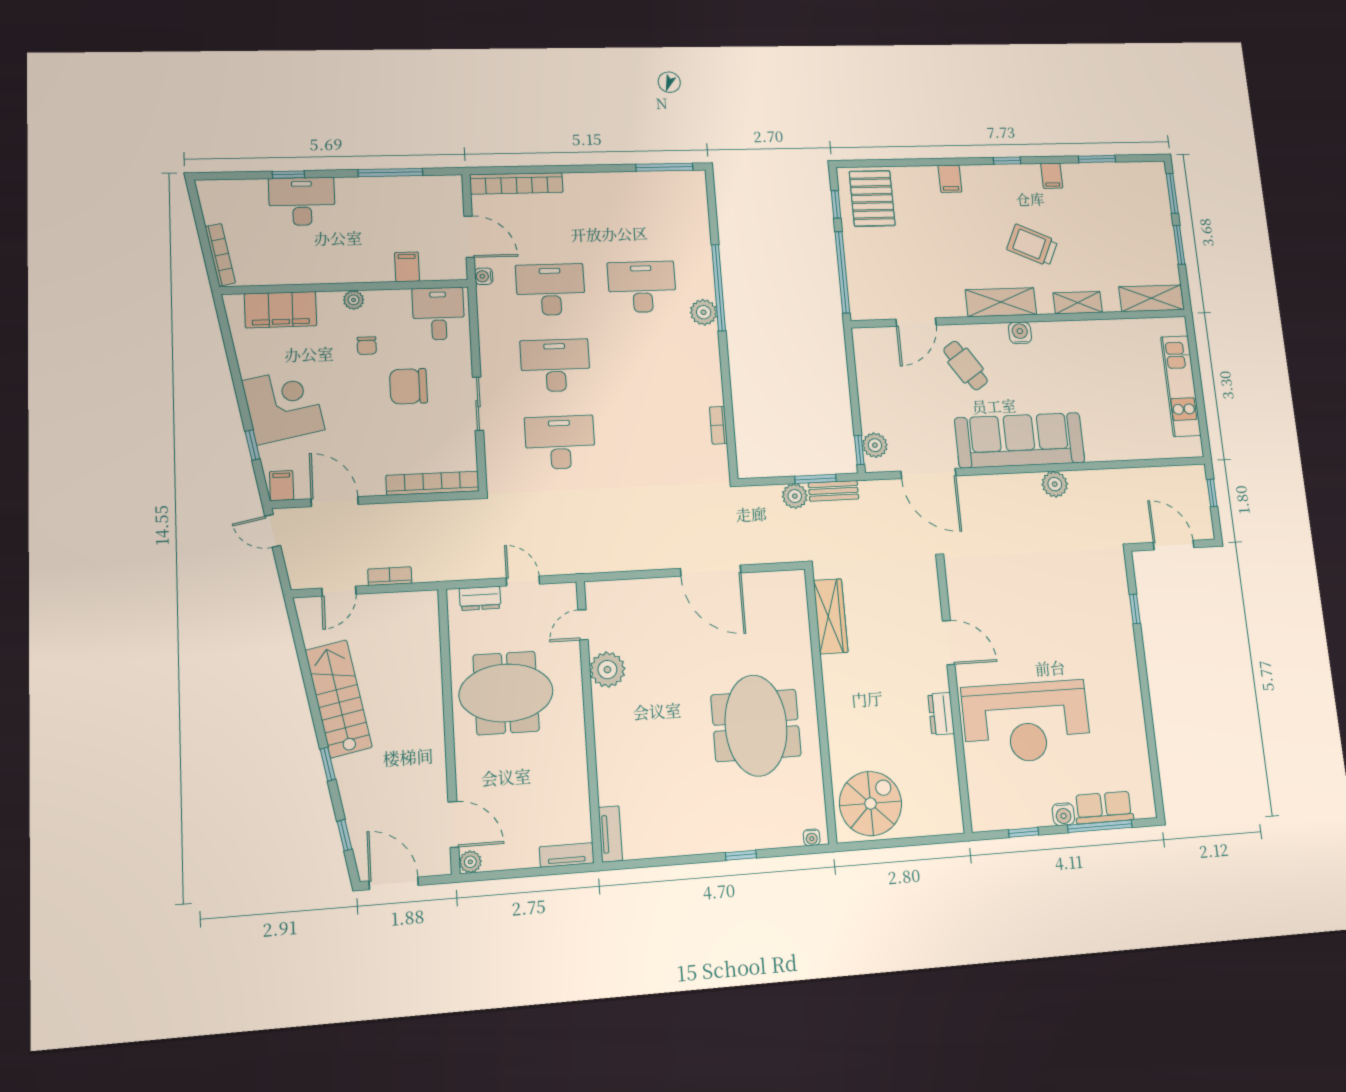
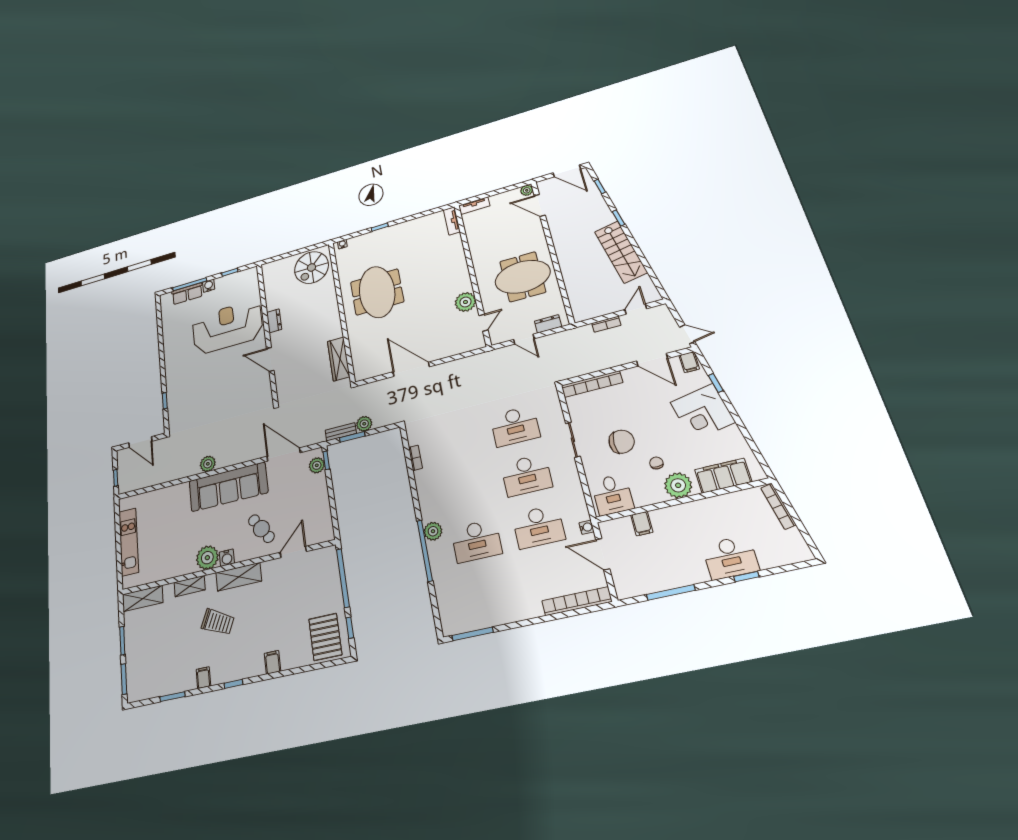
plant: (354, 300) -> (678, 485), width x1.87, depth x1.87
plant: (1051, 339) -> (207, 558), added

